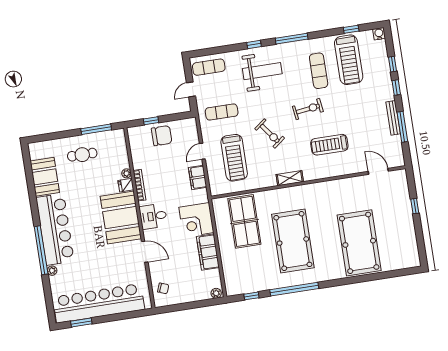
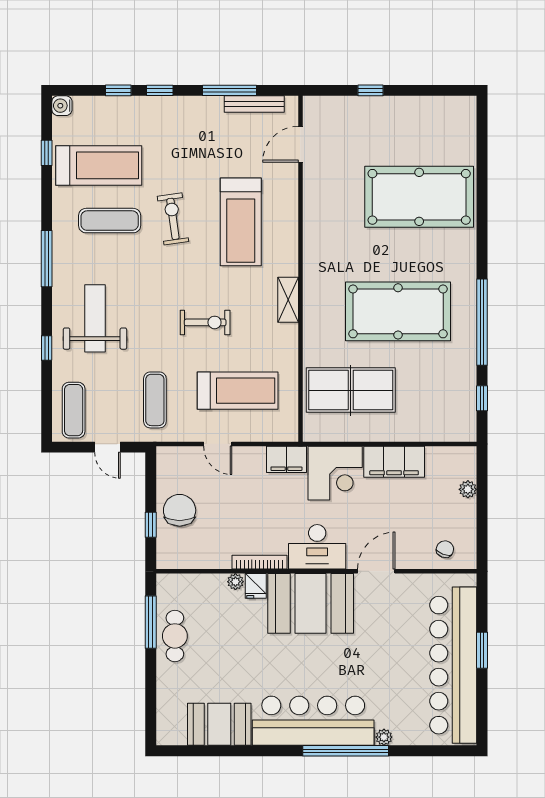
window: (254, 45) -> (47, 348), moved
exercise bike: (308, 109) -> (173, 219), moved
bench: (393, 118) -> (254, 104), moved
exercise bike: (270, 133) -> (205, 322), turned 37
treadmill: (329, 145) -> (241, 222), width x1.37, depth x1.38
cafe table: (82, 155) -> (175, 636), moved
filing cabinet: (198, 177) -> (286, 459), moved
desk: (153, 216) -> (317, 547), width x1.37
plant: (216, 293) -> (468, 489), moved
window: (81, 323) -> (482, 650), moved

